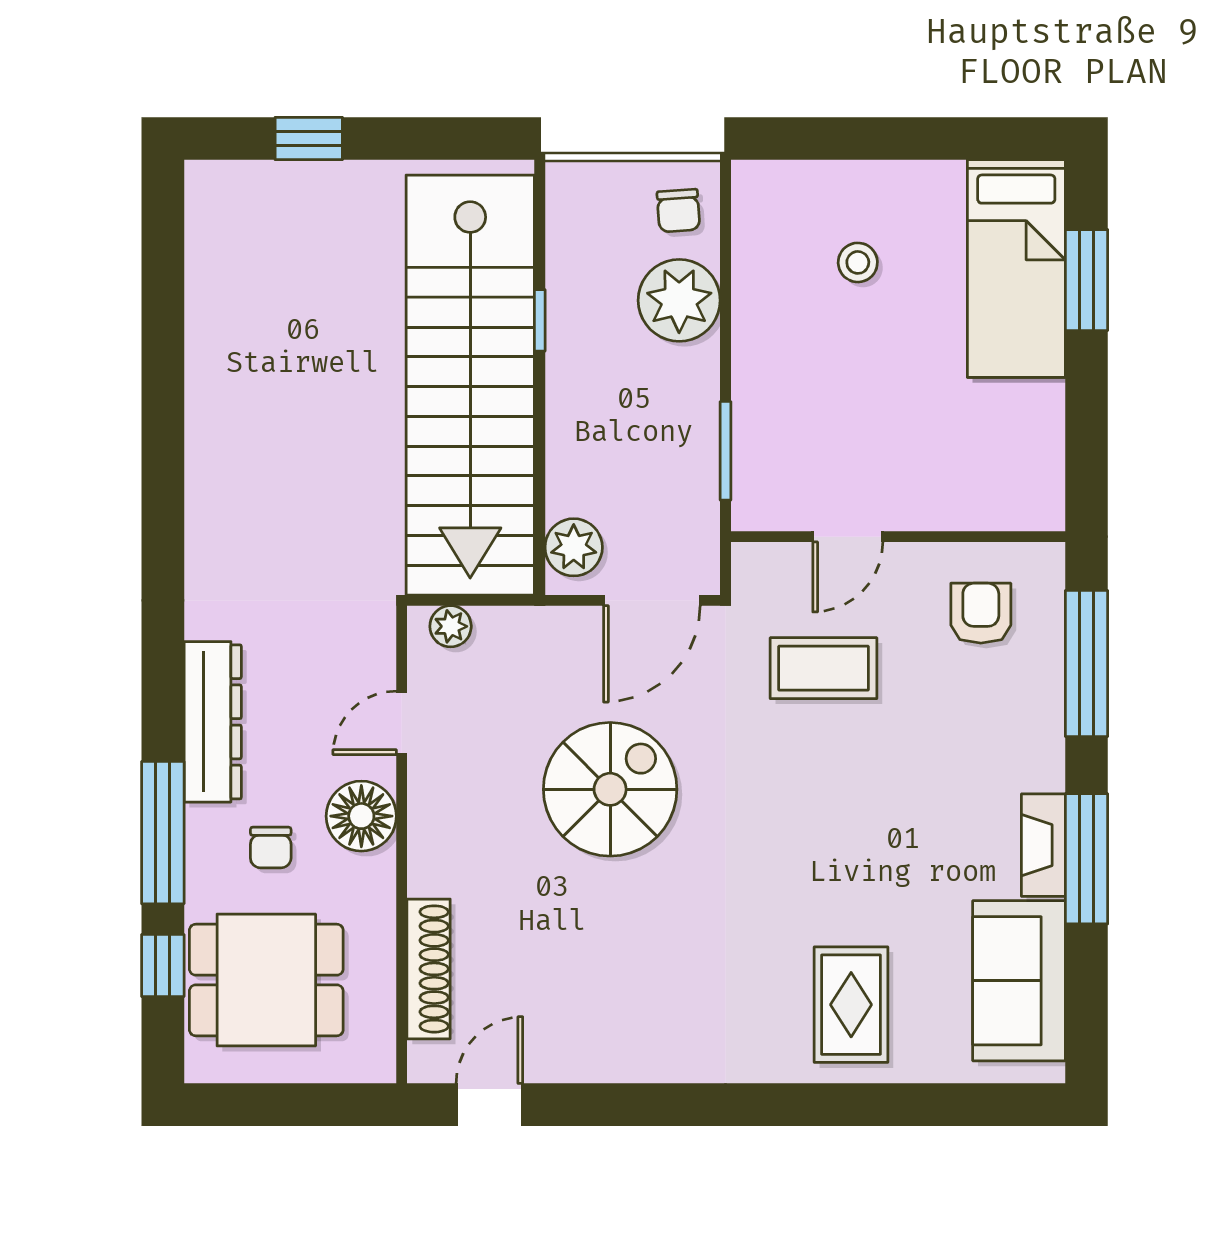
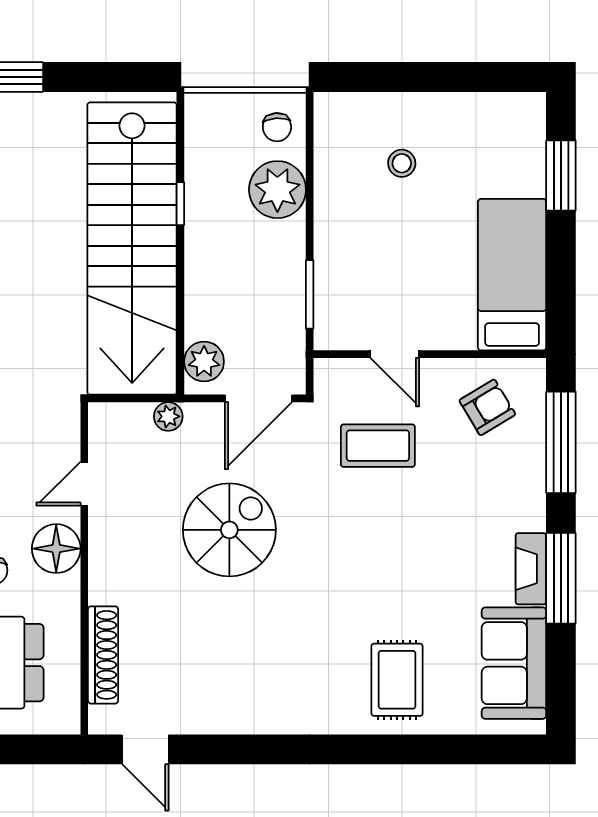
bed: (1016, 269) -> (512, 275), moved, turned 180
door: (848, 537) -> (395, 354), hinge flipped
armchair: (981, 613) -> (487, 407), turned 59
plant: (451, 626) -> (168, 416), moved
door: (489, 1105) -> (145, 749), swing flipped

